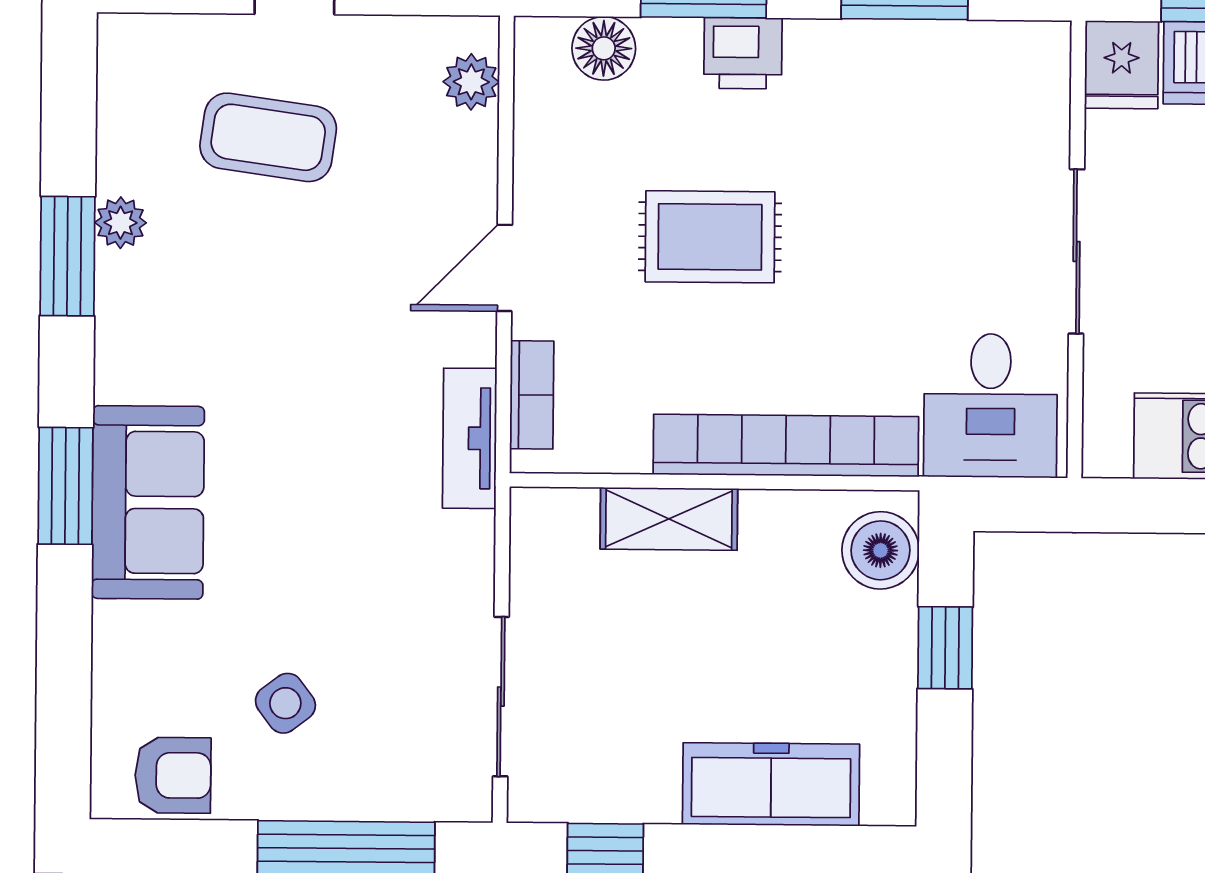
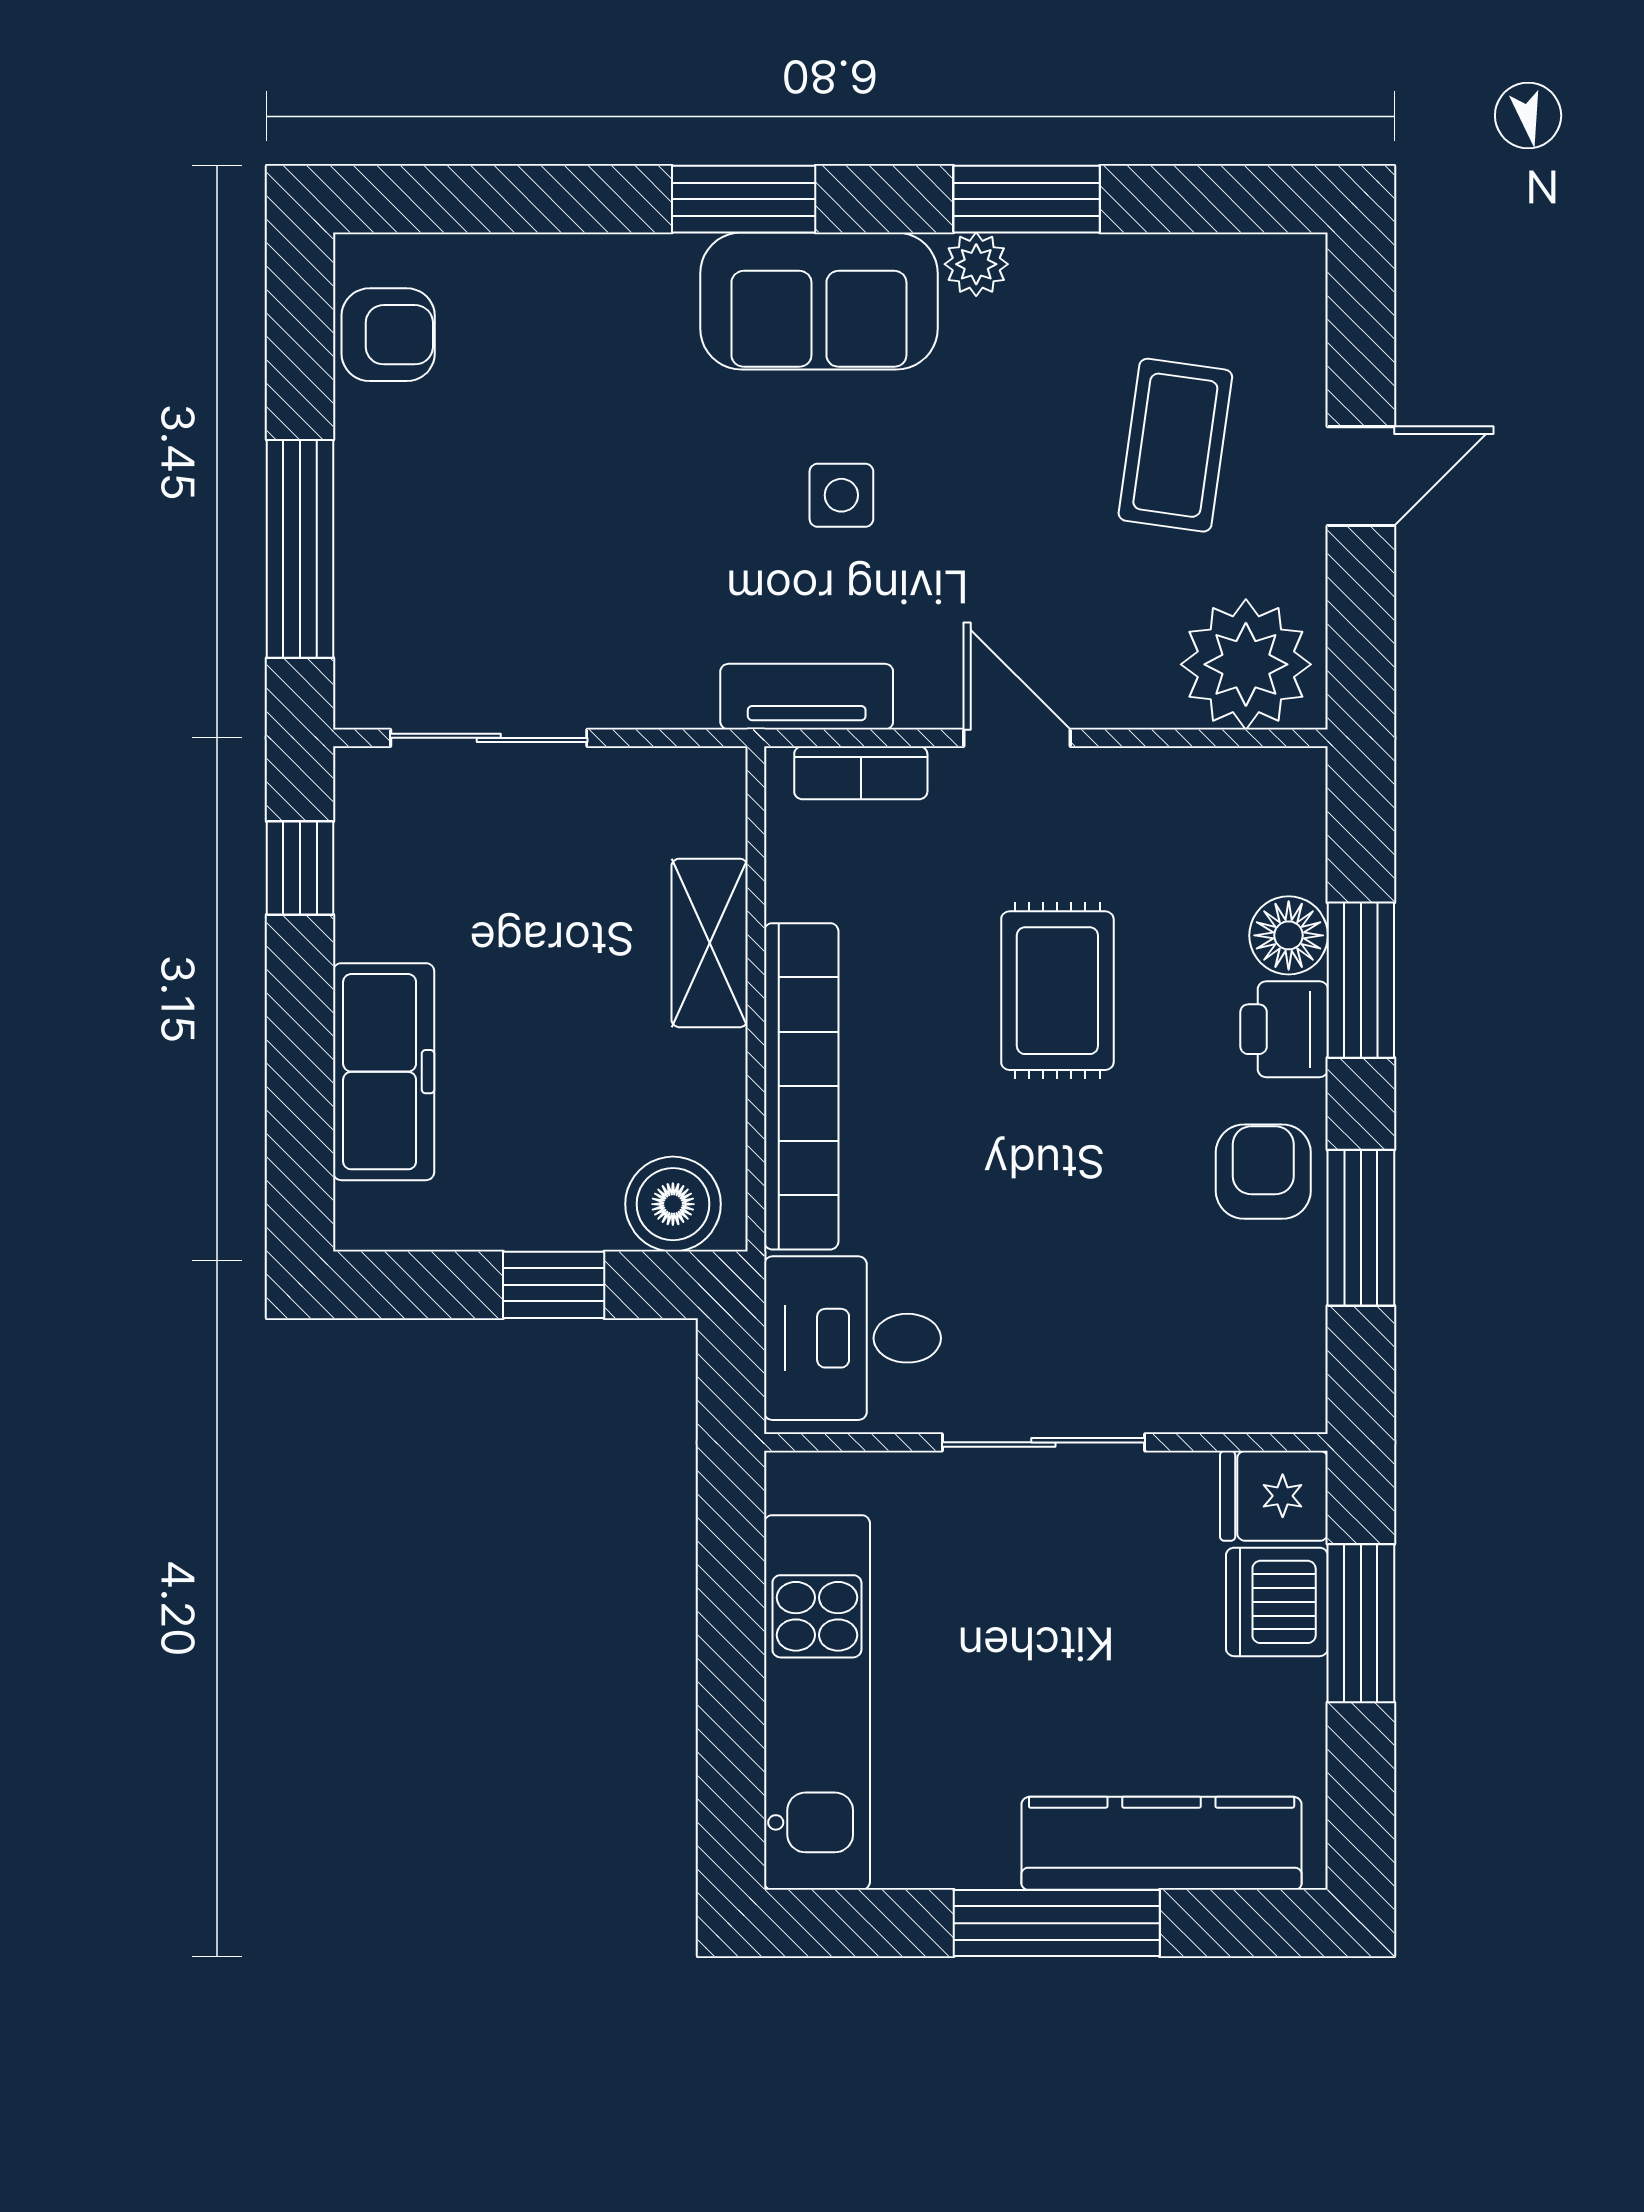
floor lamp: (604, 48) -> (1289, 935), moved
armchair: (858, 71) -> (1263, 1172), added
plant: (471, 82) -> (1246, 664), width x1.88, depth x1.88
plant: (121, 223) -> (976, 264), moved
sofa: (148, 502) -> (819, 301), moved
side table: (285, 703) -> (841, 495), moved, turned 37
armchair: (173, 775) -> (388, 335), turned -90

